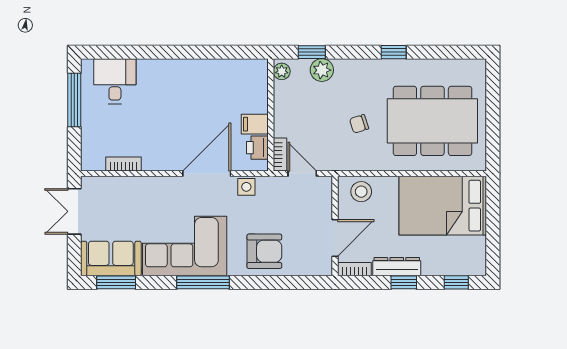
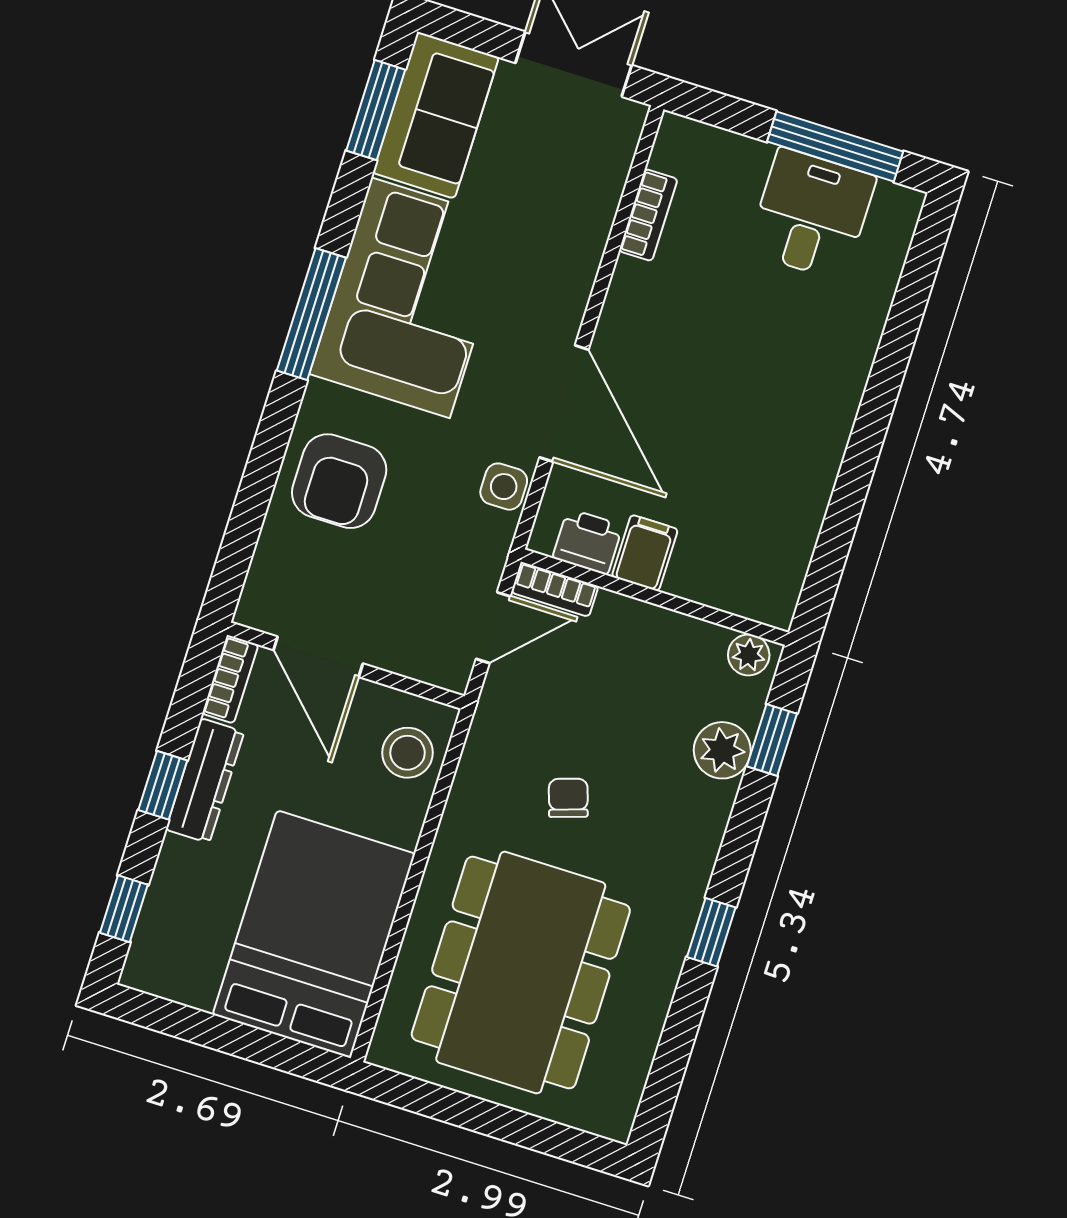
desk: (115, 81) -> (812, 214), moved, turned -90

